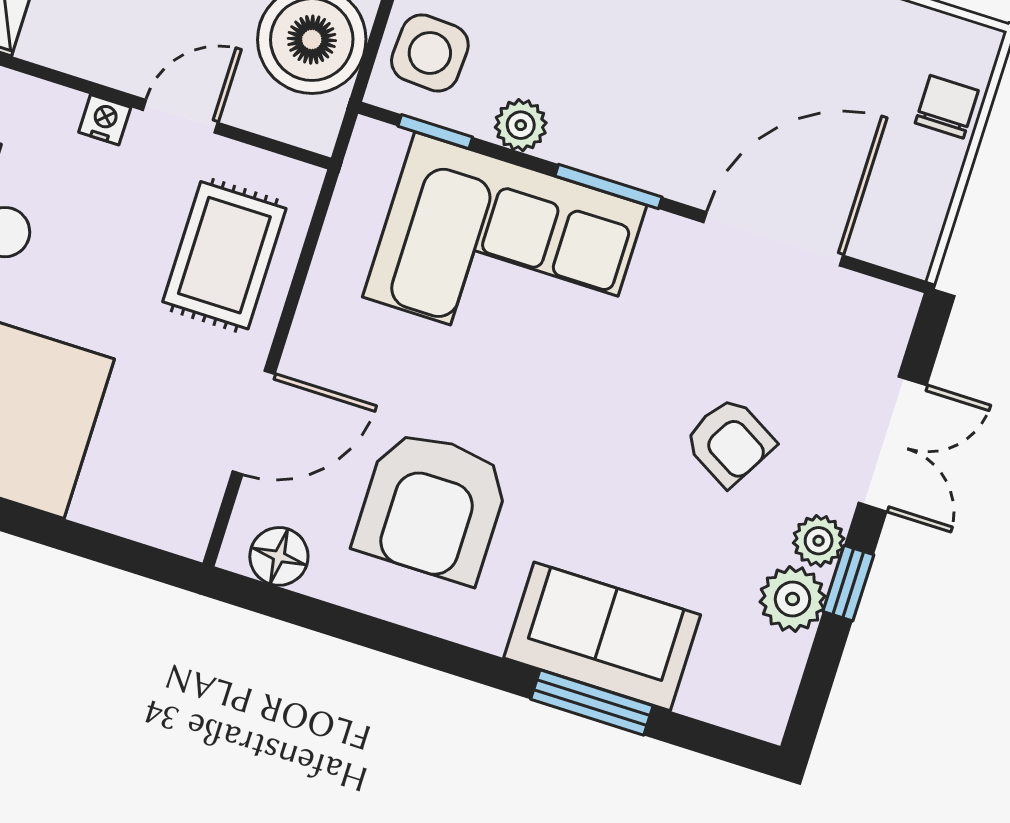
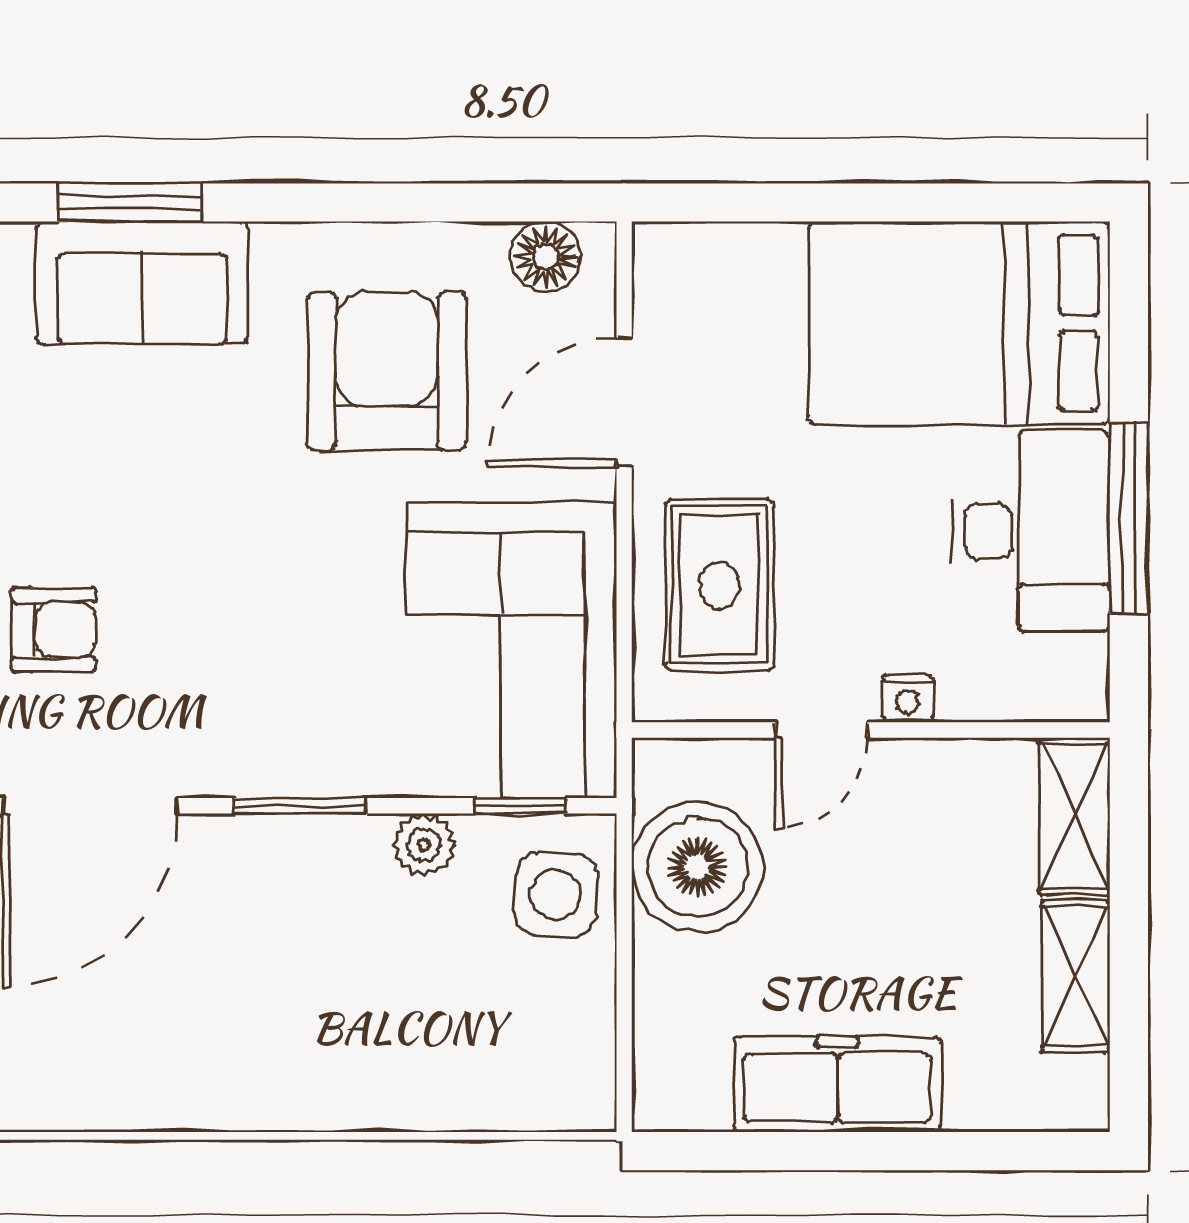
corner sofa: (505, 251) -> (511, 650), moved, turned -90
armchair: (729, 442) -> (54, 630), moved, turned 150

